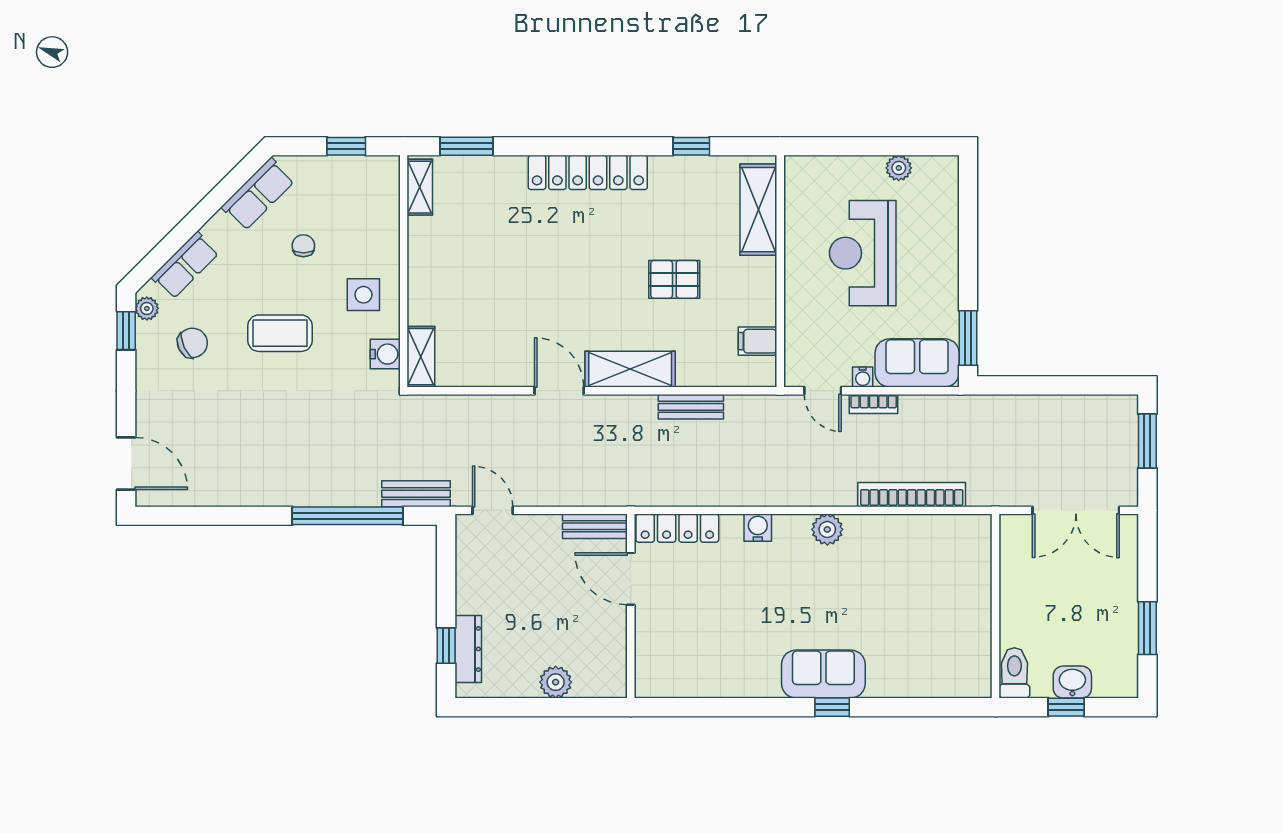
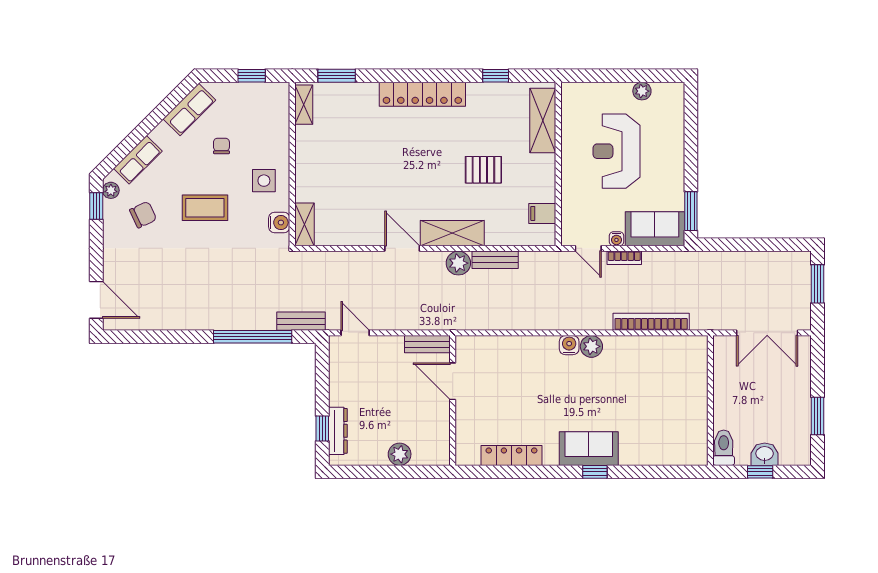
plant: (639, 411) -> (458, 263), added
locker: (677, 528) -> (511, 455), moved, turned 180
water cooler: (758, 528) -> (569, 345), moved

